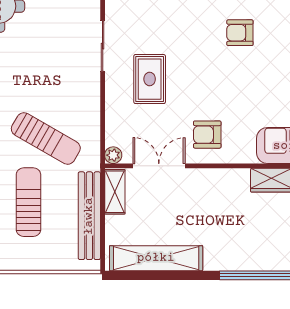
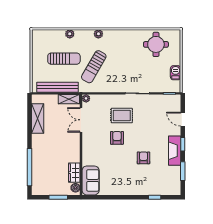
armchair: (207, 135) -> (117, 138), moved
double door: (159, 166) -> (81, 120), swing flipped
shelving: (156, 258) -> (38, 119), width x0.68

